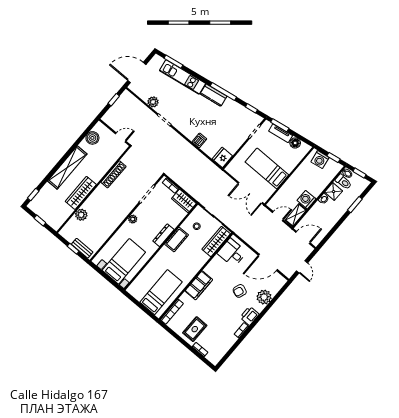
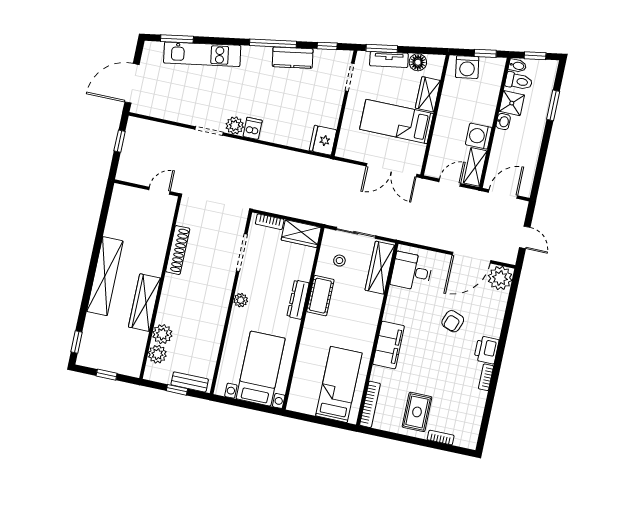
kitchen counter: (214, 95) -> (293, 58), moved
plant: (153, 102) -> (235, 126), moved
boiler: (92, 138) -> (119, 213), removed
dishwasher: (199, 140) -> (253, 128), moved
wardrobe: (291, 163) -> (428, 94), added
plant: (73, 224) -> (157, 354), added
plant: (264, 297) -> (500, 278), moved

